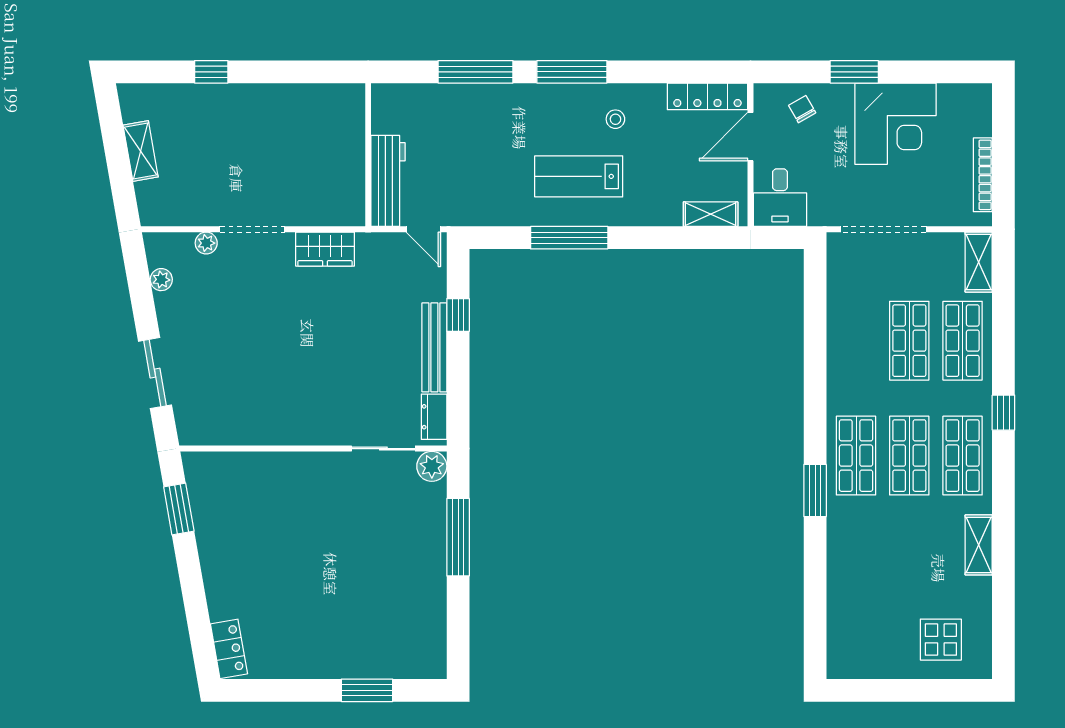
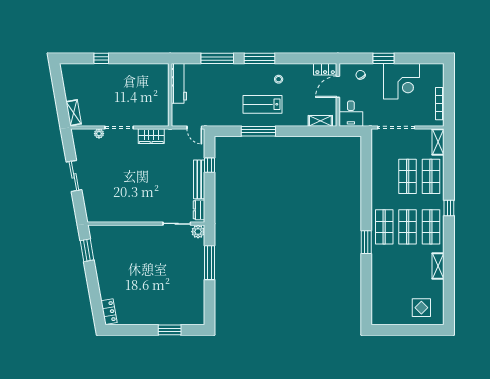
locker: (707, 96) -> (325, 69), width x0.66
shelving: (141, 151) -> (74, 113), moved
workbench: (388, 181) -> (179, 83), moved
plant: (161, 280) -> (79, 150), removed
sliding door: (155, 373) -> (74, 176), moved

